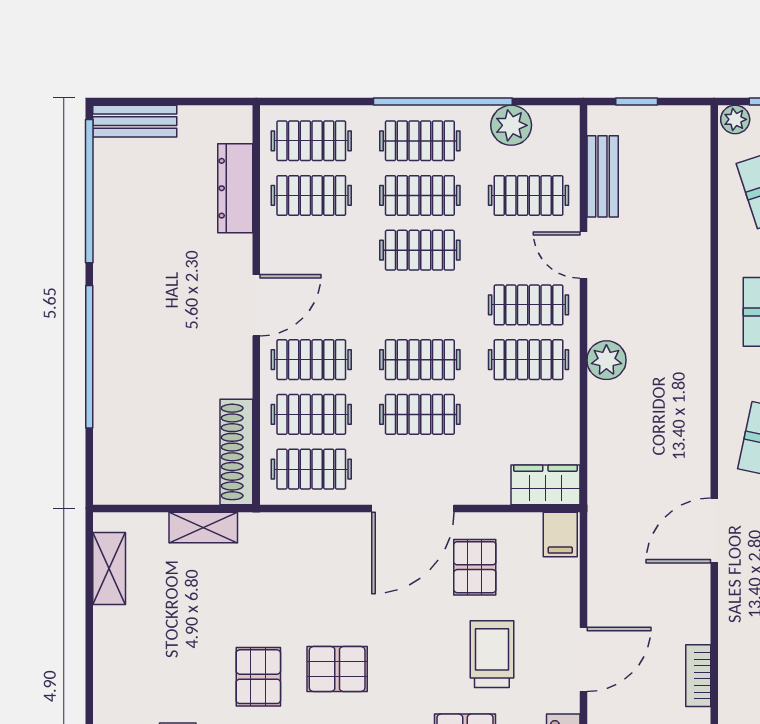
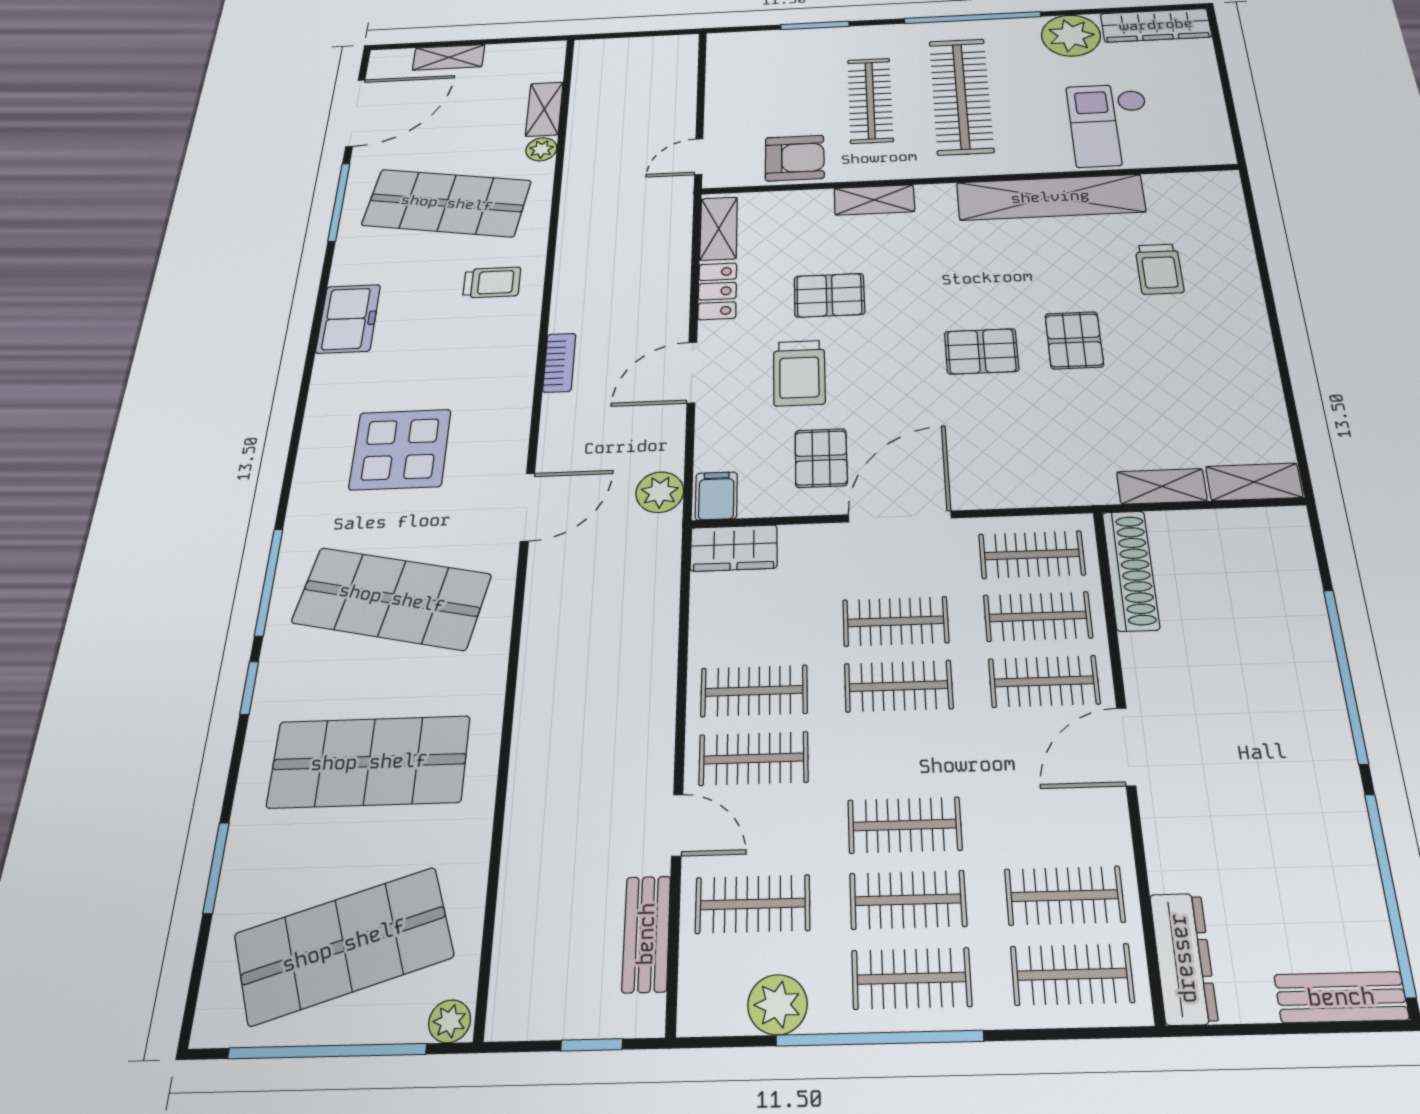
dresser: (235, 188) -> (1183, 958), moved
plant: (606, 360) -> (660, 492), moved
shelving: (109, 569) -> (1254, 482), moved, turned 90

